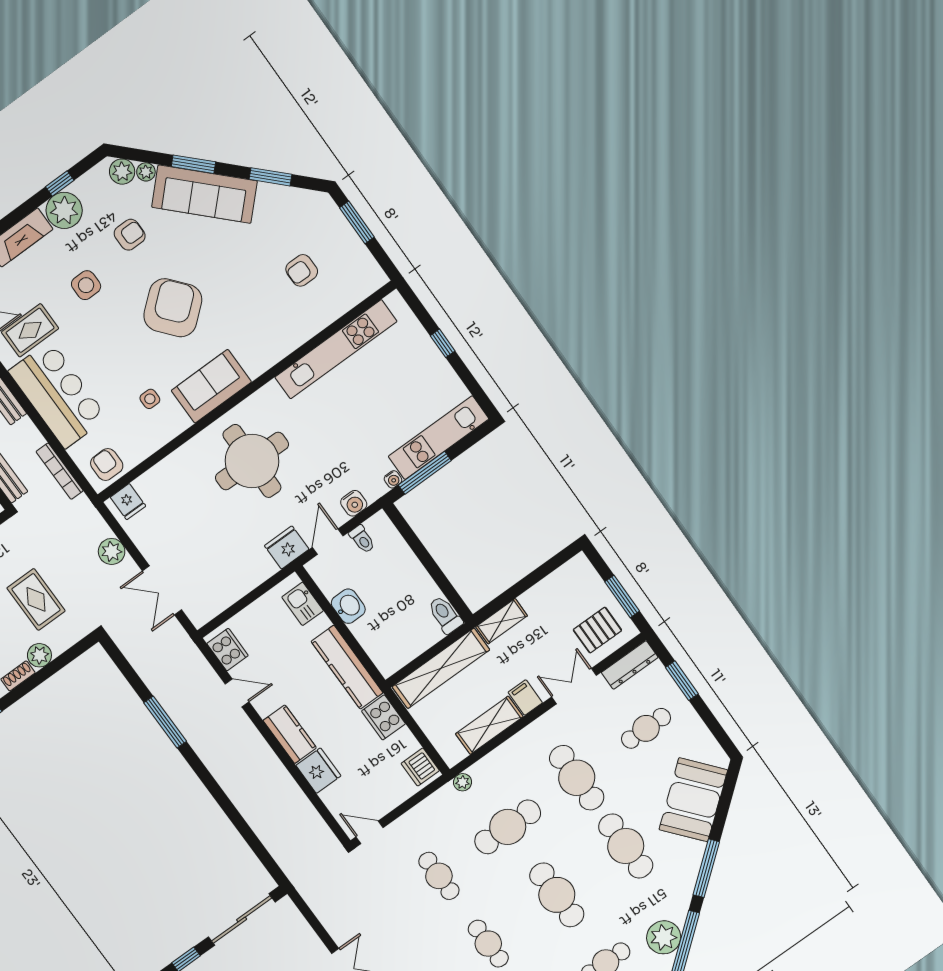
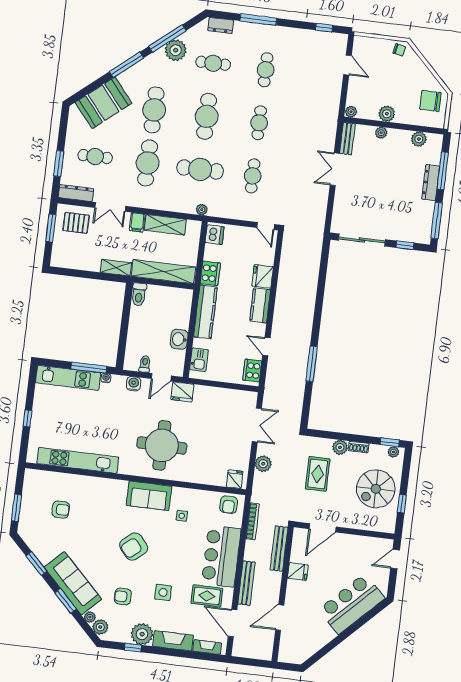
armchair: (173, 308) -> (134, 547), width x0.73, depth x0.73

